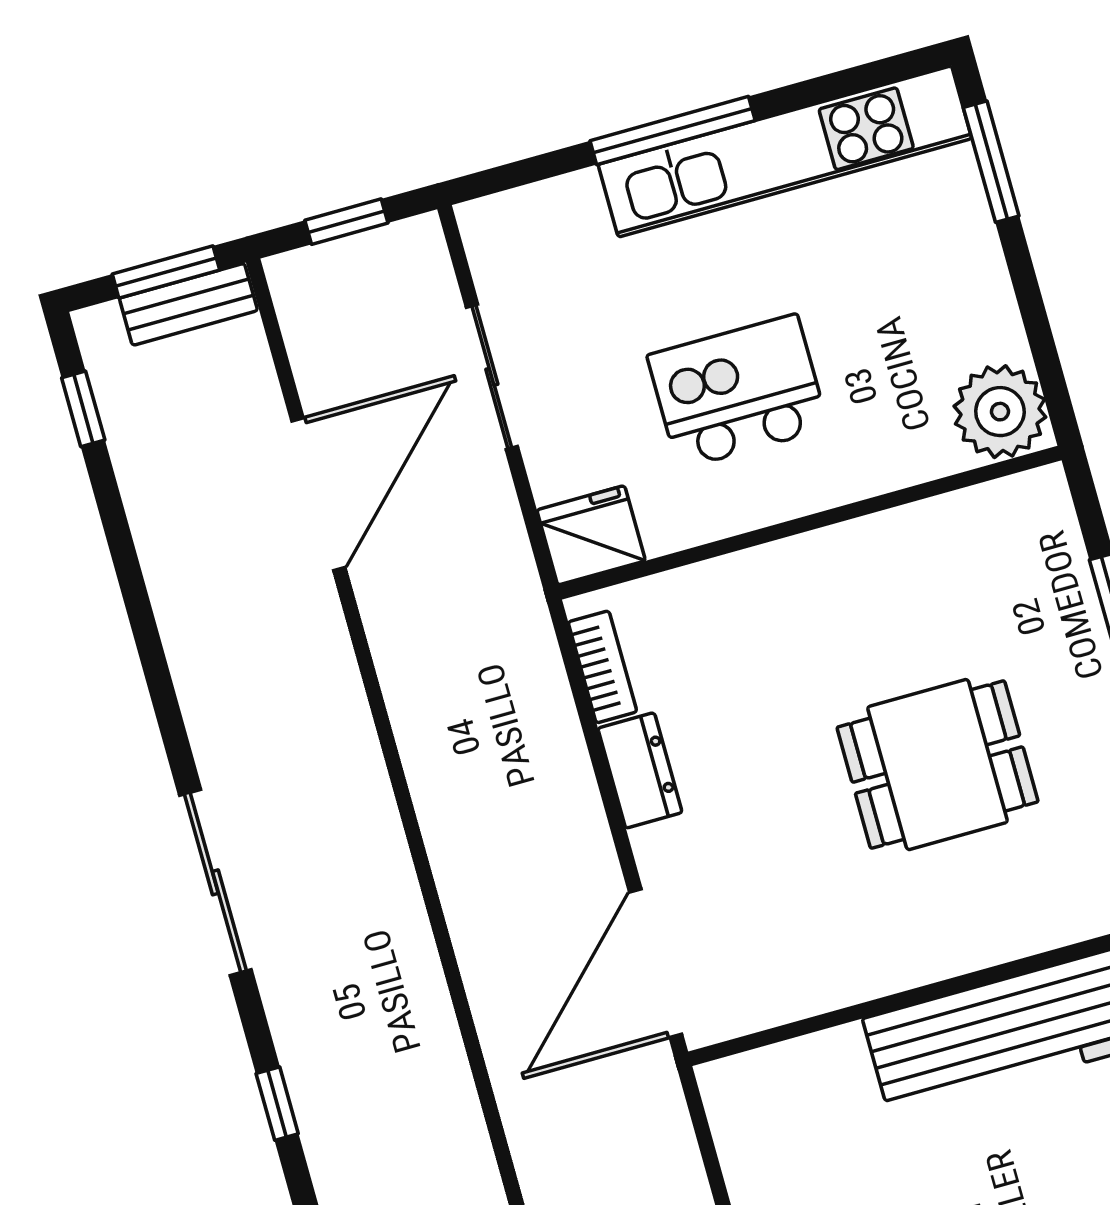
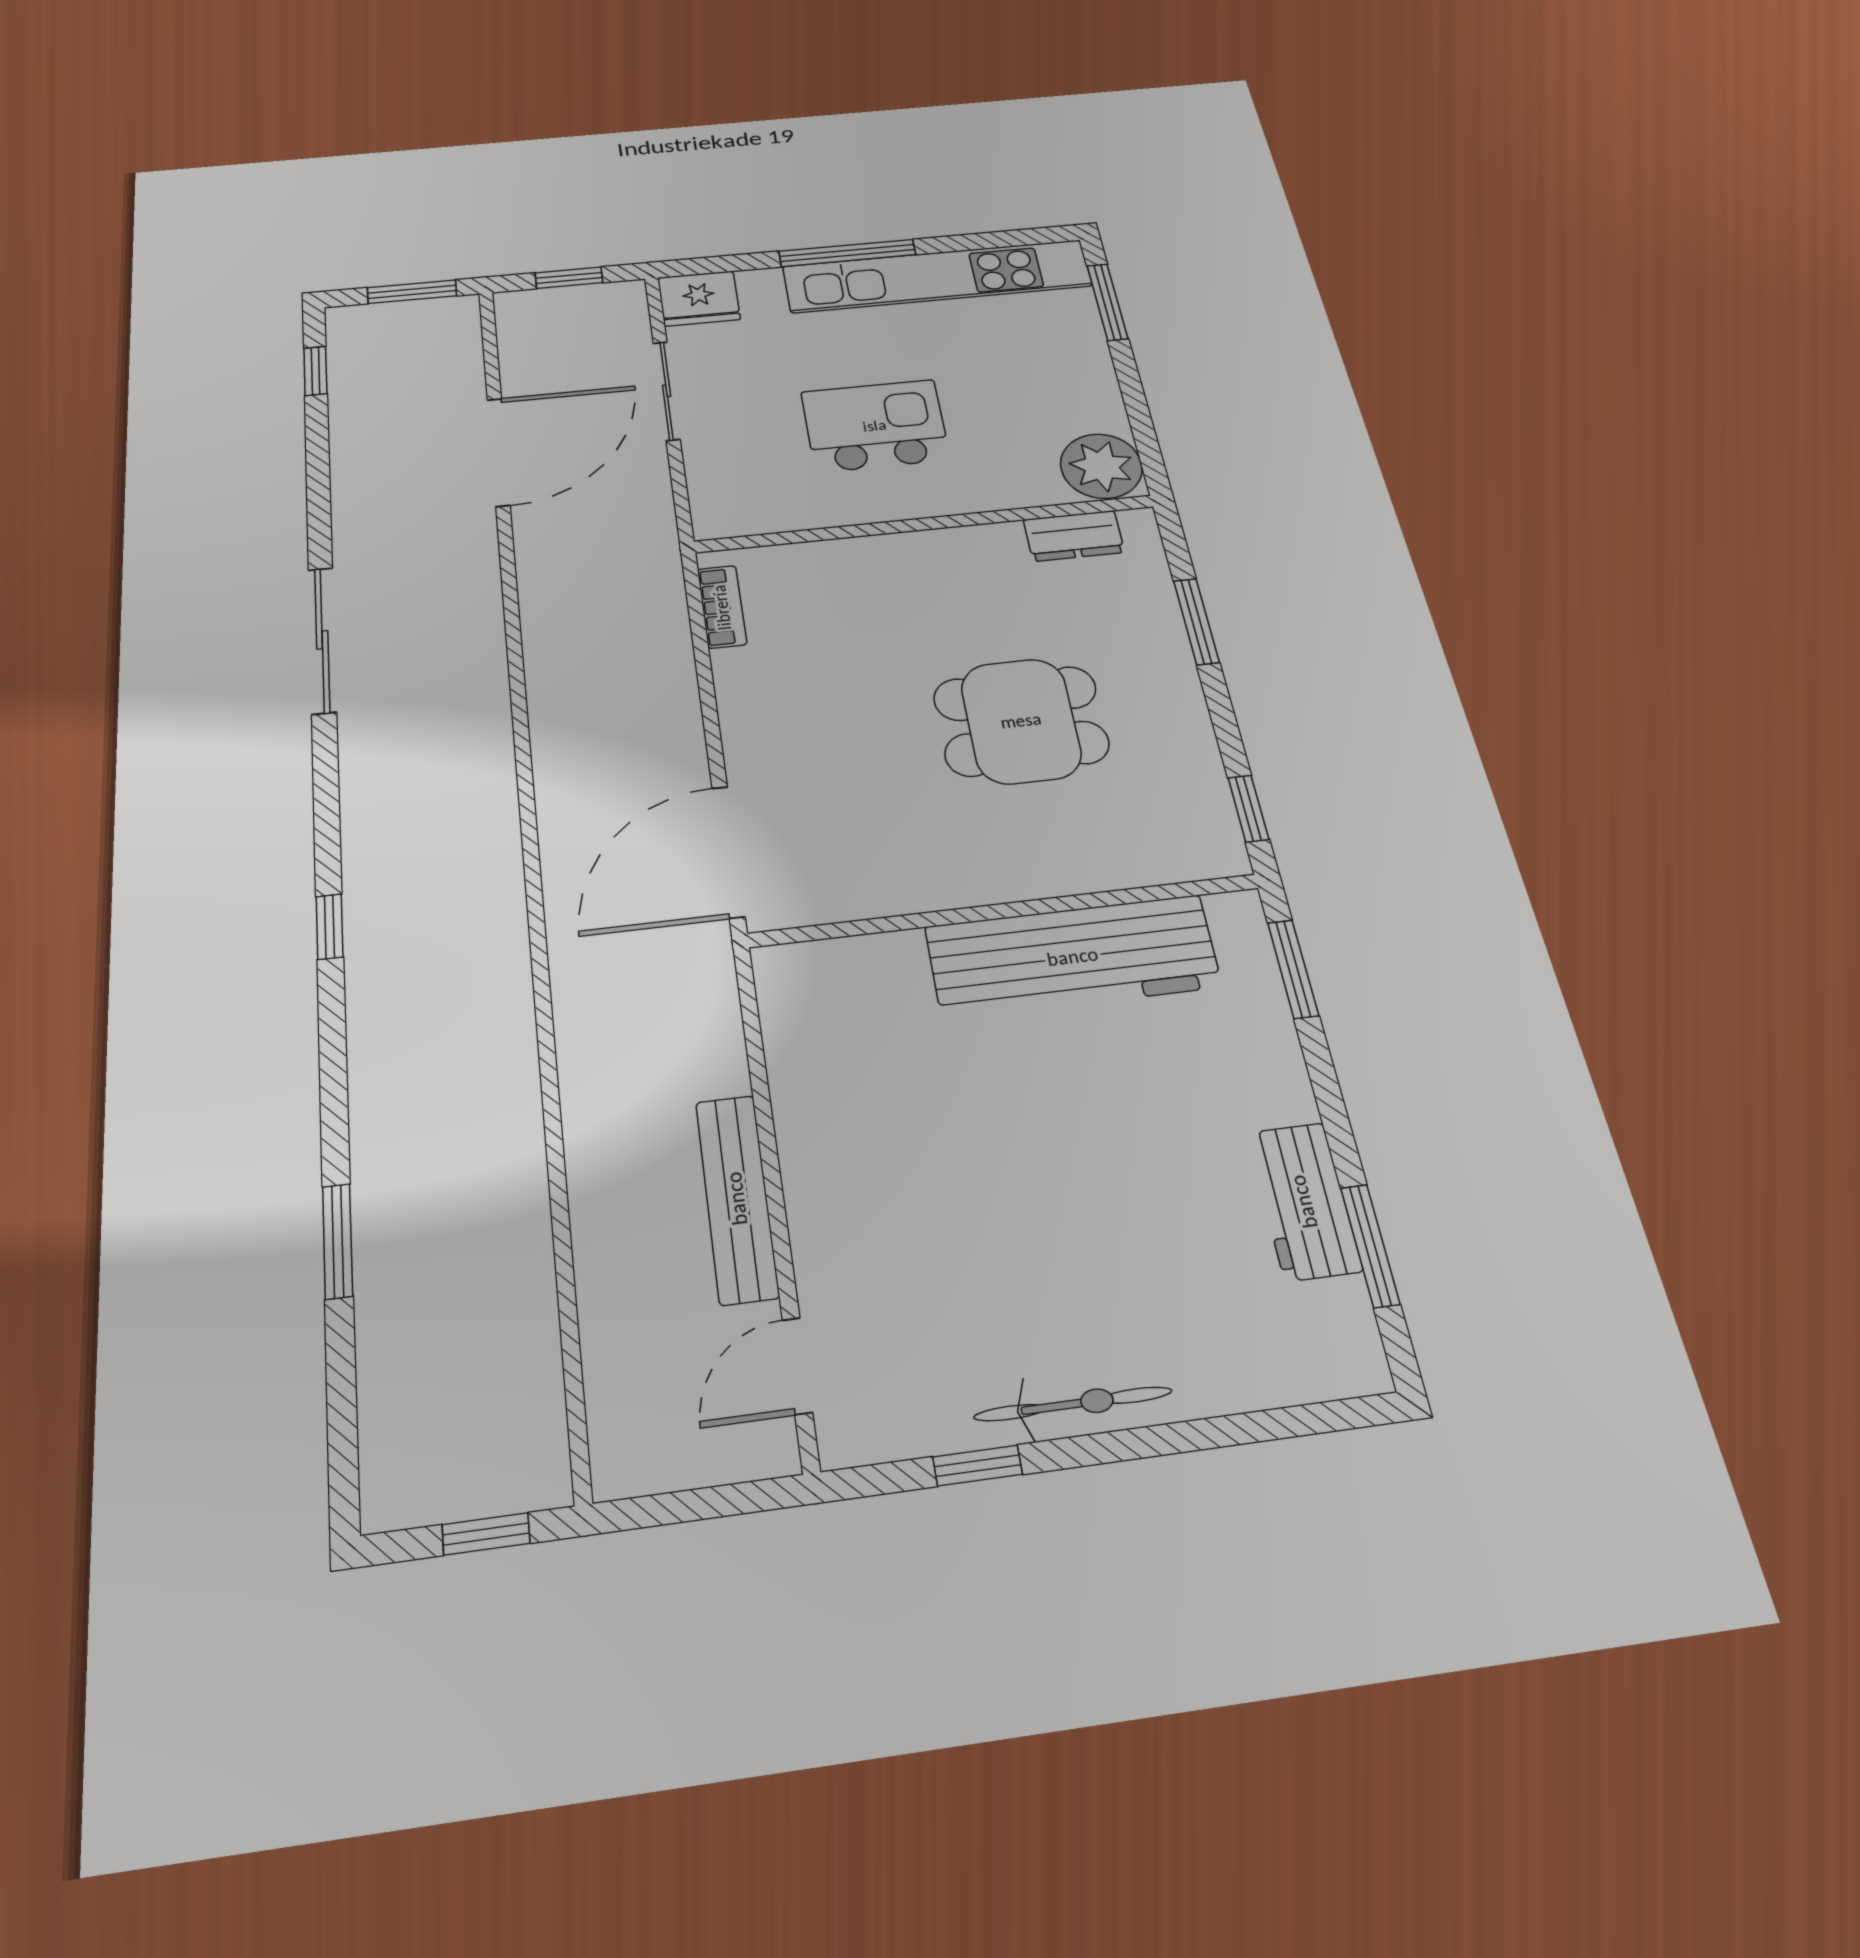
bench: (188, 304) -> (424, 314), removed
fridge: (591, 535) -> (699, 299), moved, turned 180
dresser: (640, 770) -> (1074, 536), moved, turned 90
sliding door: (215, 882) -> (322, 640), moved

